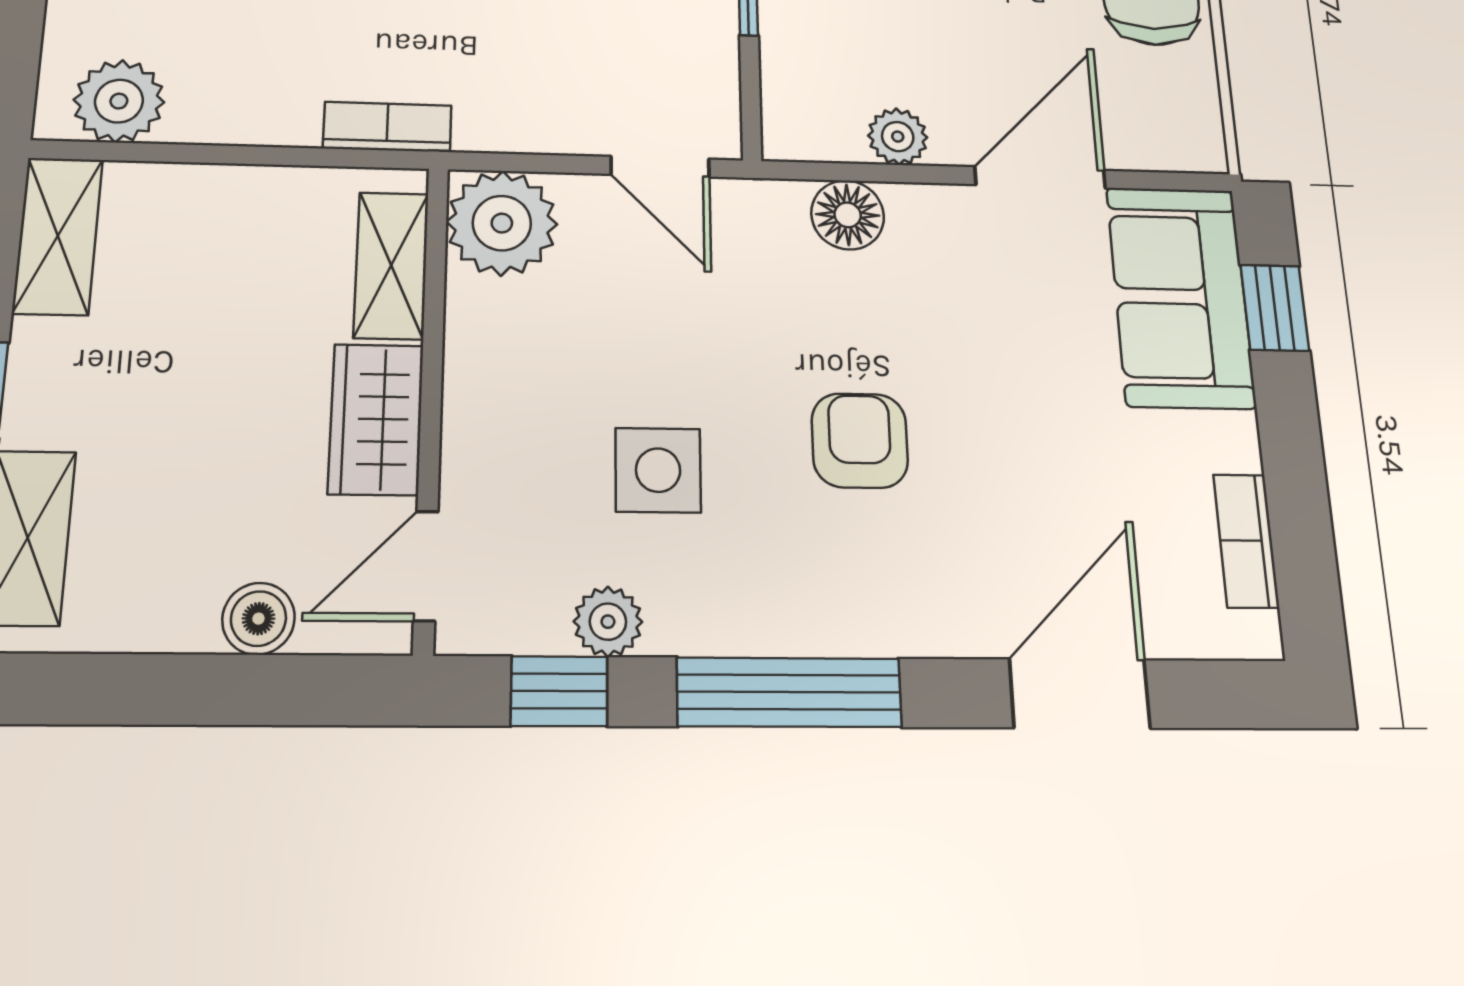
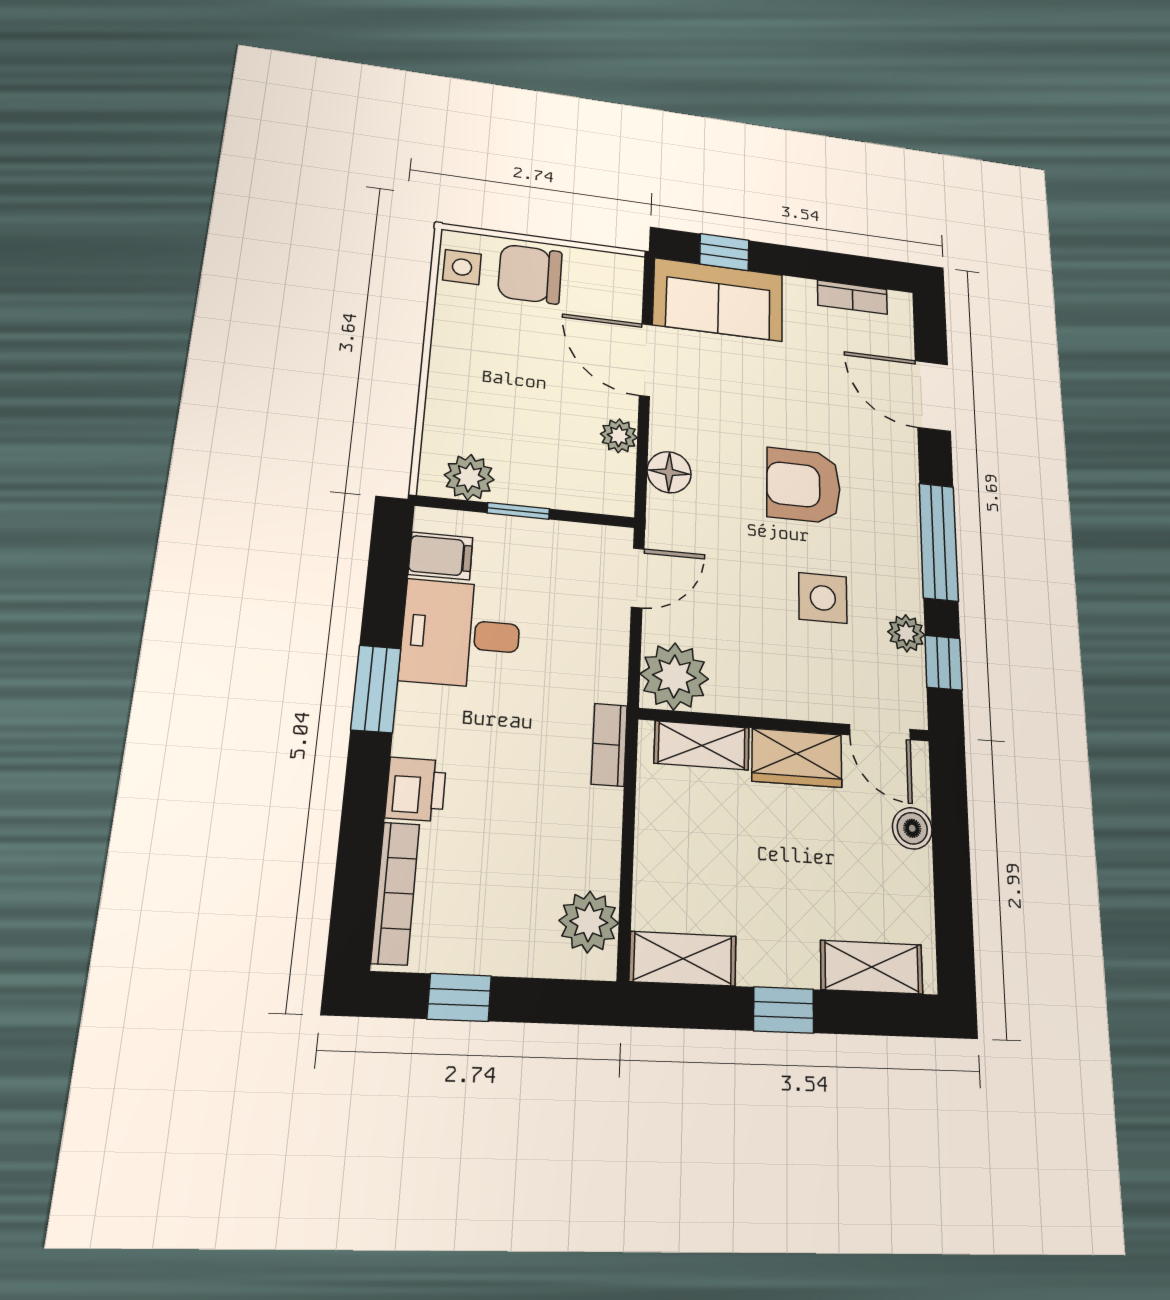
armchair: (860, 441) -> (804, 486), width x1.38, depth x1.38

